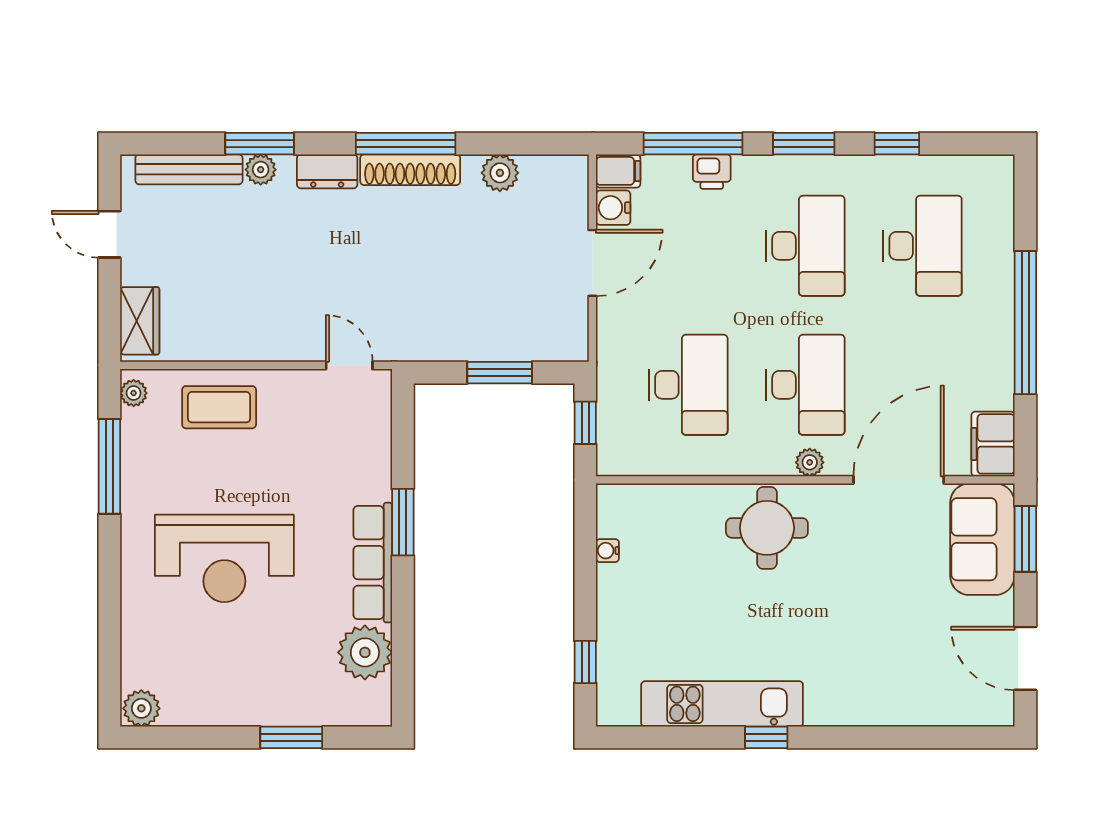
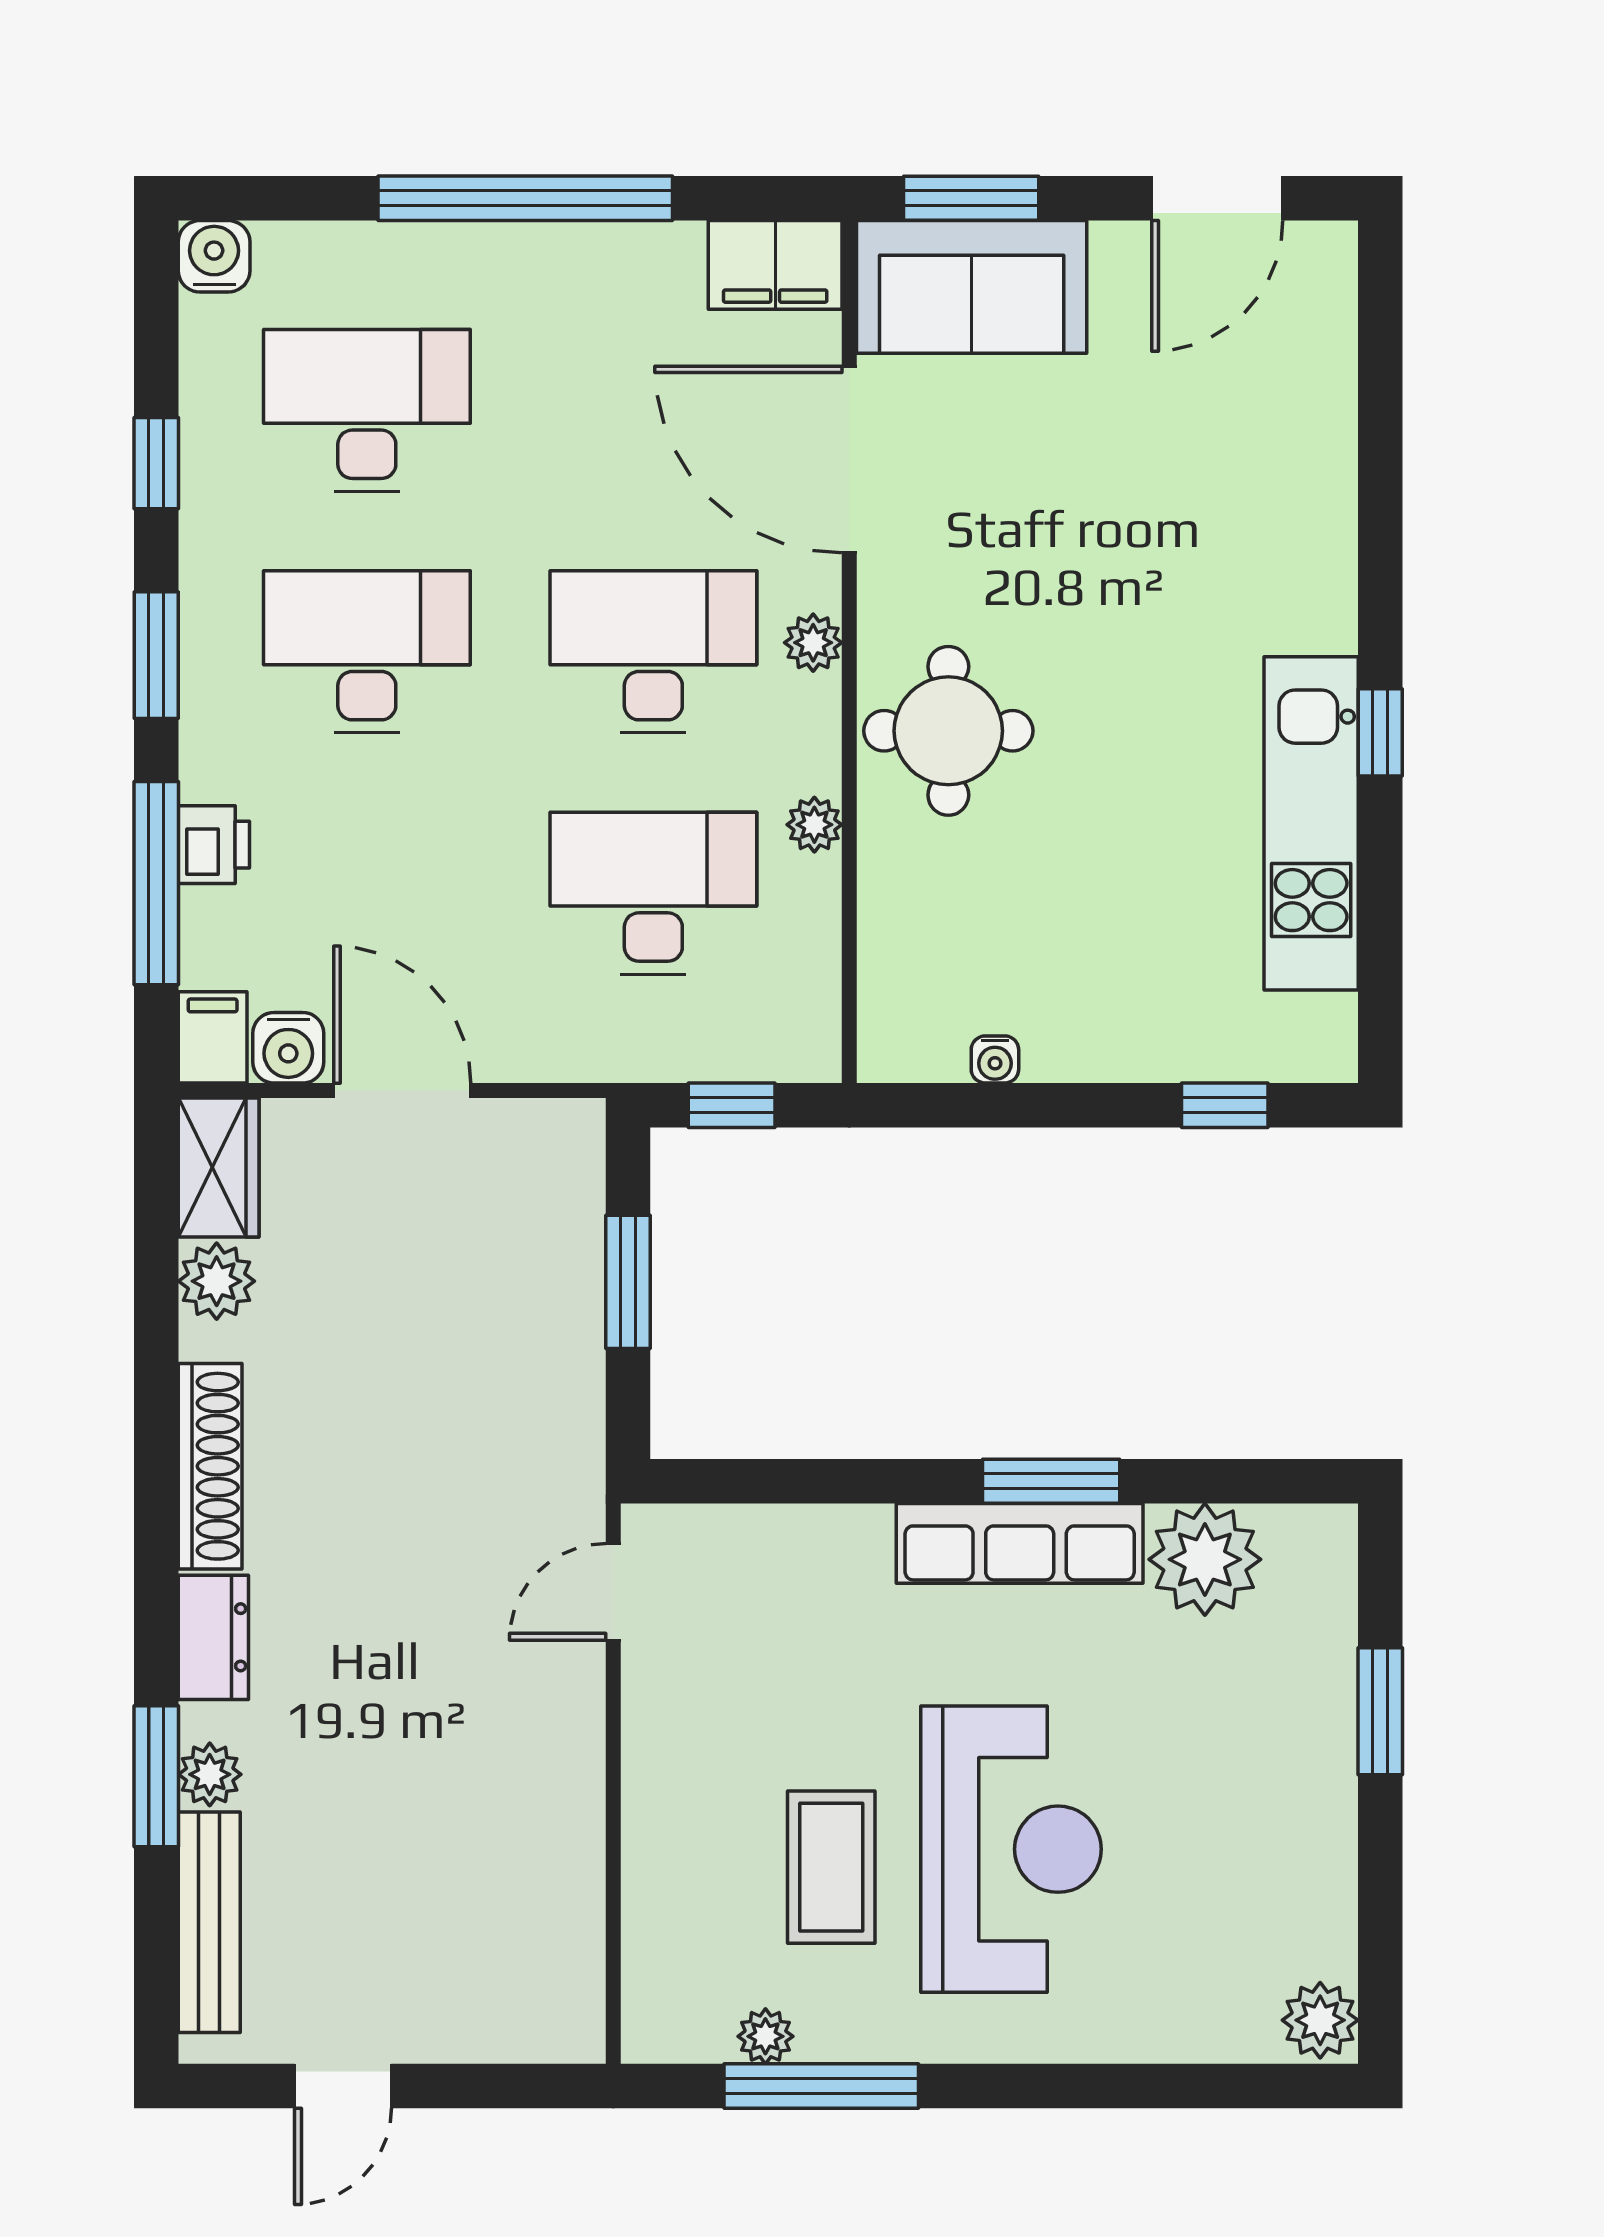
window: (406, 144) -> (156, 1476), removed
water cooler: (997, 172) -> (214, 256), added
wardrobe: (140, 321) -> (219, 1167), moved, turned 90
plant: (134, 393) -> (765, 2036), moved
coffee table: (219, 407) -> (831, 1867), moved
plant: (721, 463) -> (814, 825), added
window: (403, 522) -> (1051, 1481), moved

